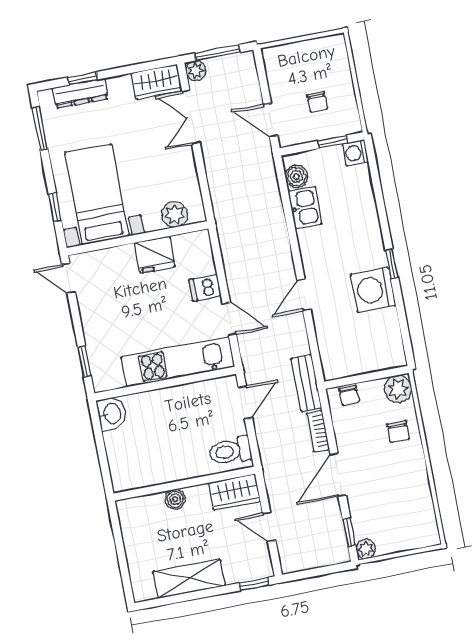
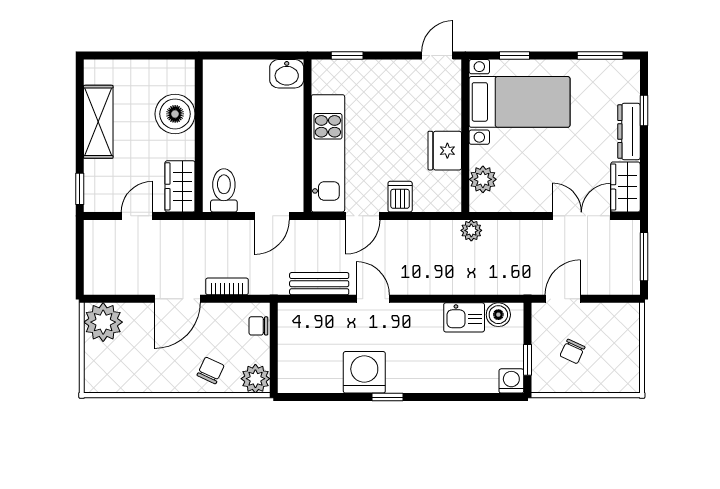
plant: (196, 71) -> (471, 230), moved
dresser: (80, 93) -> (629, 132), moved
chair: (317, 102) -> (572, 351), turned -65
bench: (306, 383) -> (319, 284), moved
door: (245, 402) -> (272, 216), hinge flipped
chair: (398, 432) -> (211, 370), turned 115
door: (338, 475) -> (177, 299), swing flipped
boiler: (175, 499) -> (175, 114), width x1.86, depth x1.86
window: (349, 532) -> (115, 299), removed
plant: (366, 549) -> (103, 322), width x1.88, depth x1.88

